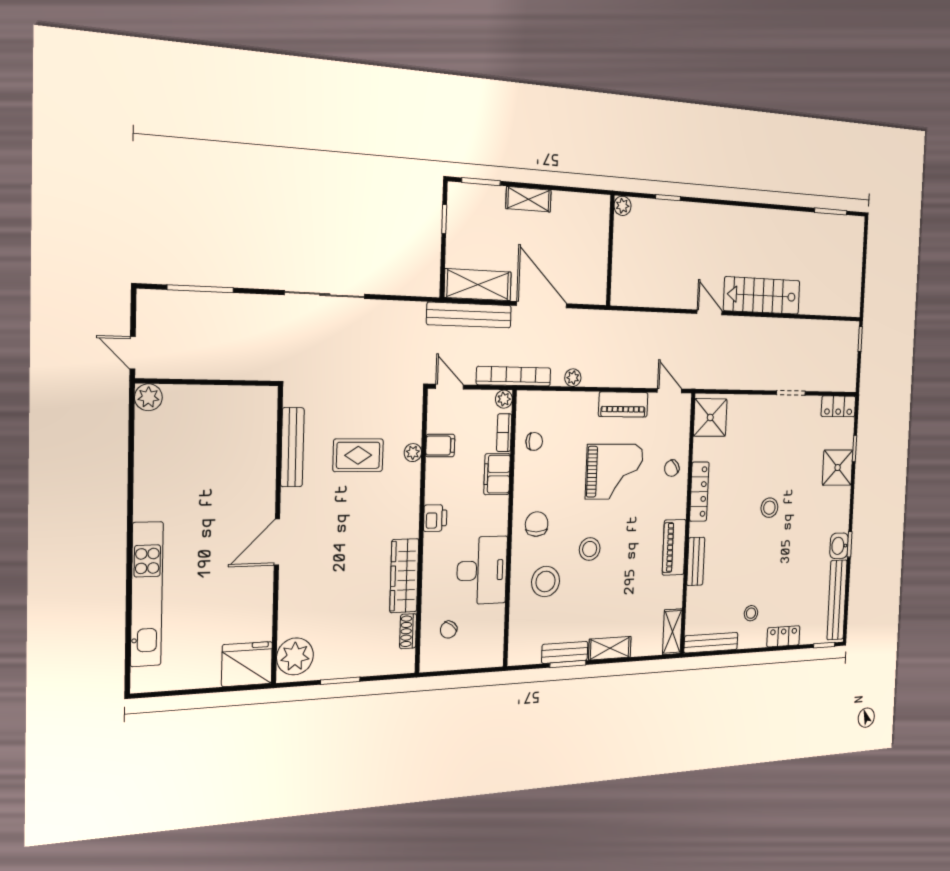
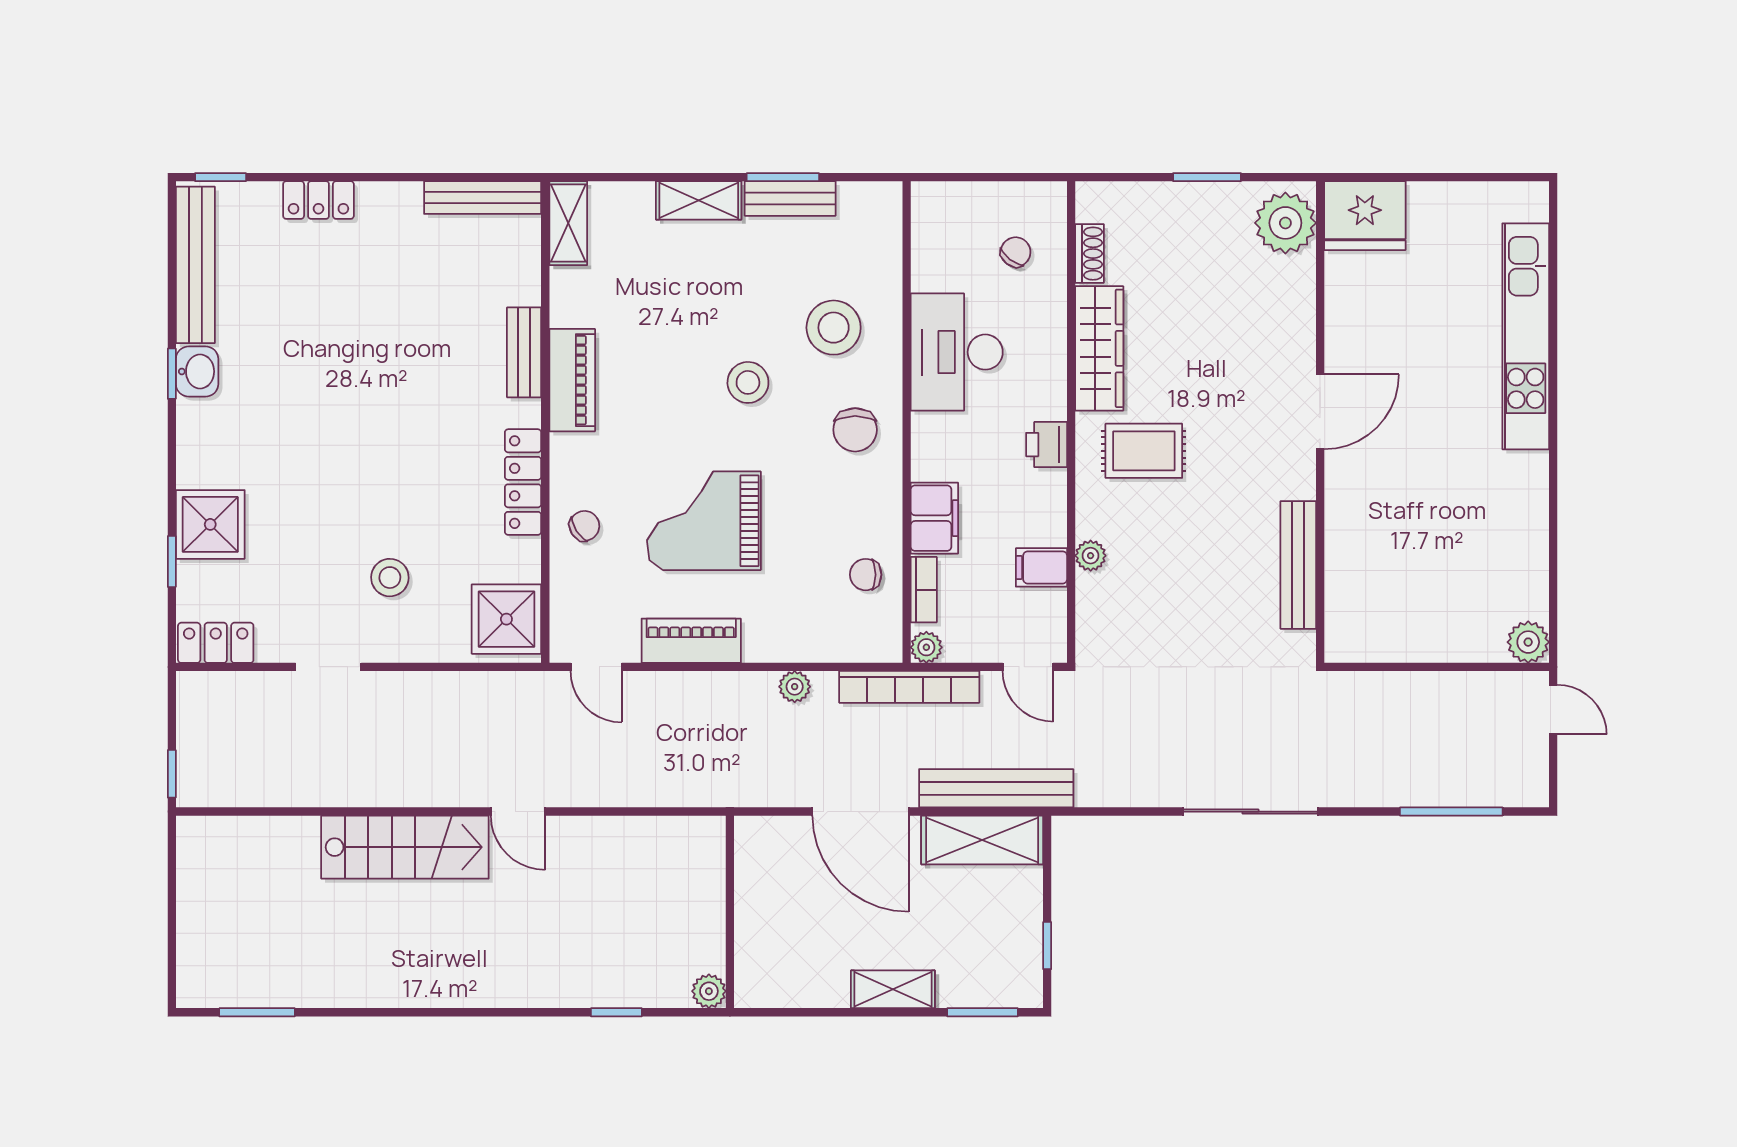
rug: (358, 455) -> (1144, 451), moved
stool: (769, 508) -> (390, 578), moved
stool: (751, 613) -> (396, 249), removed

